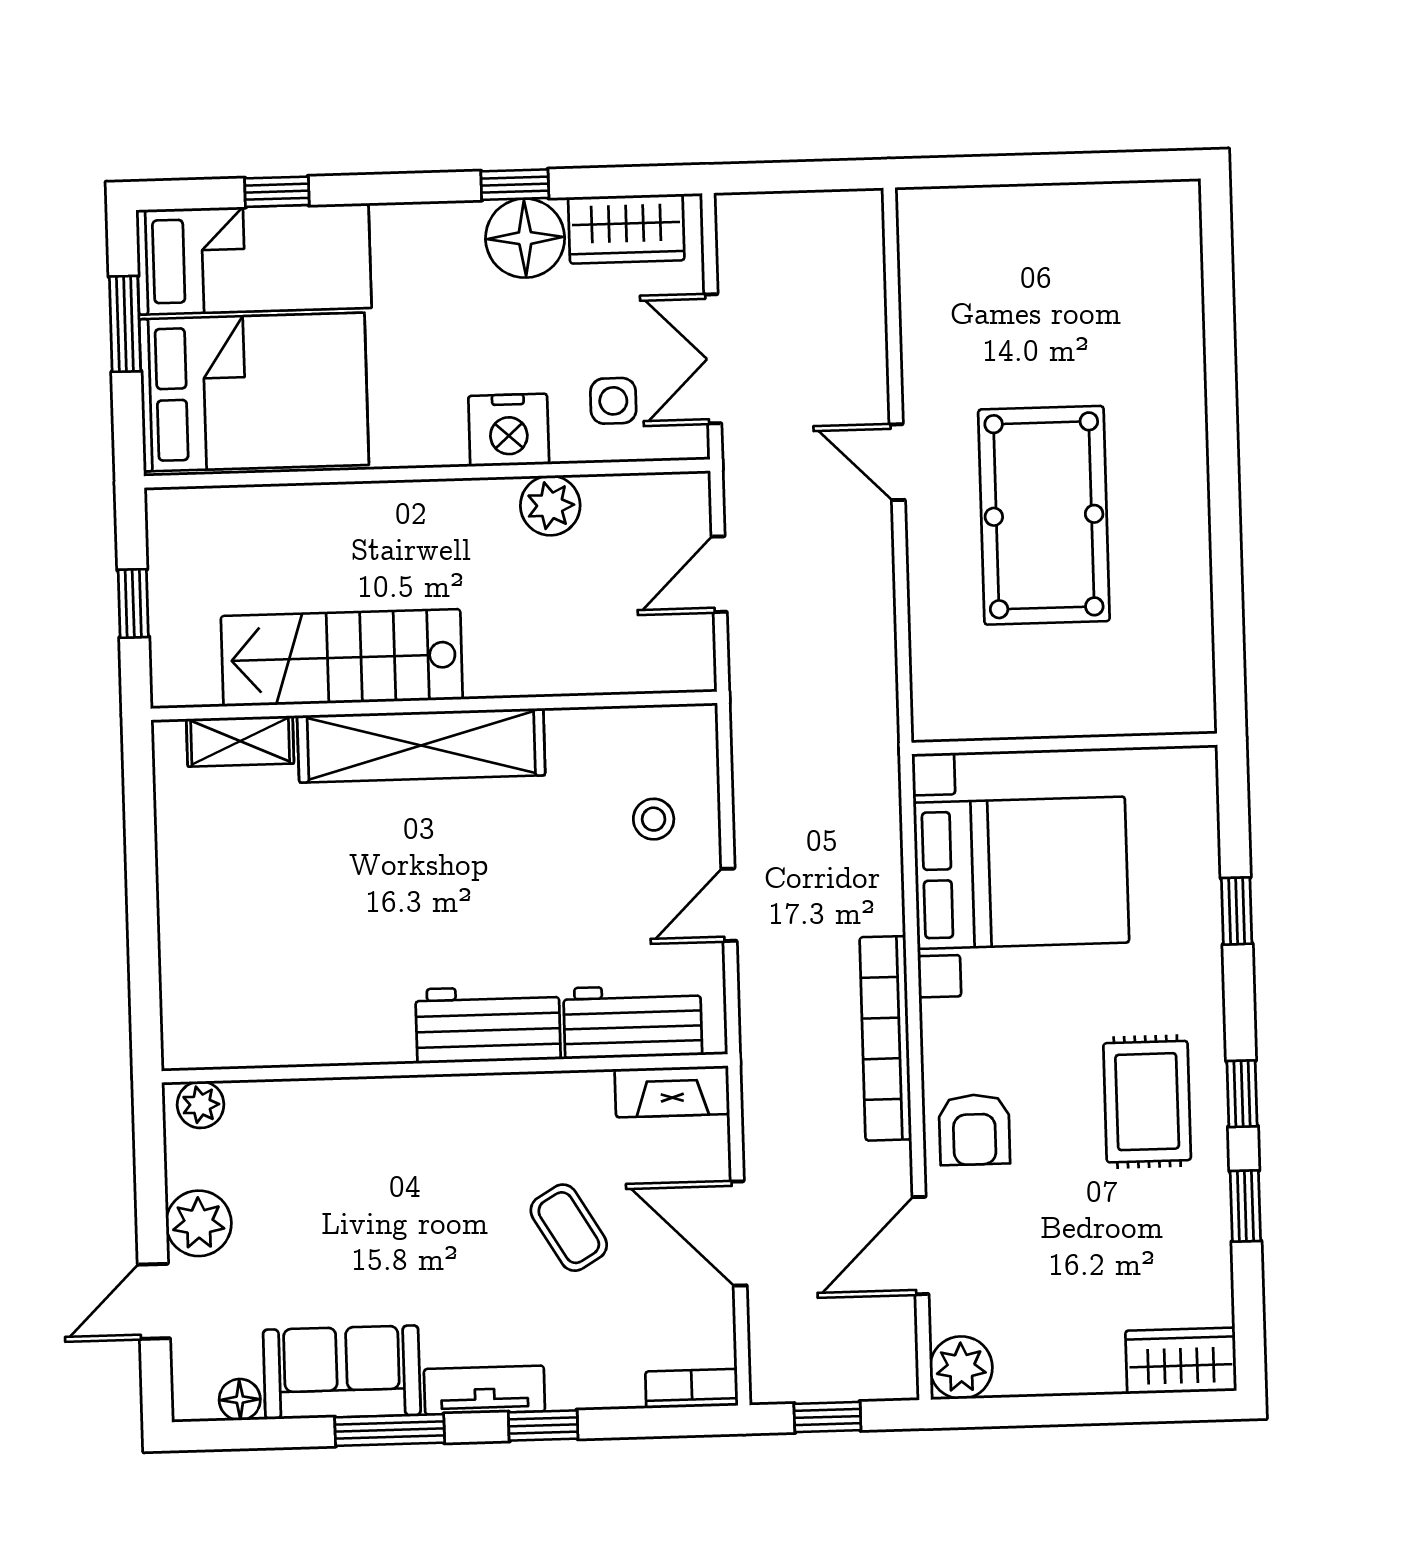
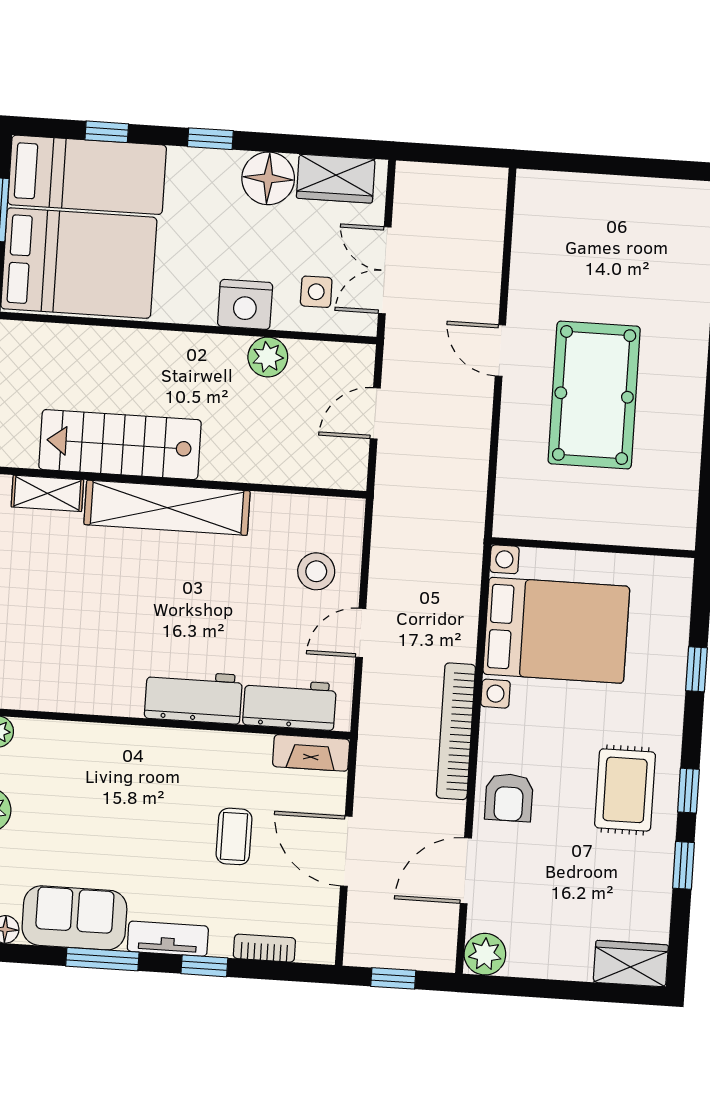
window: (515, 185) -> (210, 139), moved
stool: (654, 819) -> (316, 571), width x1.37, depth x1.37
coffee table: (569, 1228) -> (234, 836), turned 31
bookcase: (692, 1388) -> (264, 948), moved

